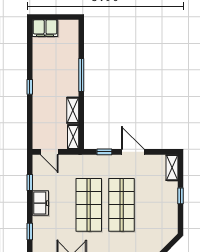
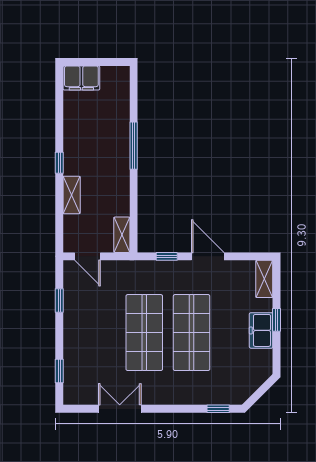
shelving: (73, 110) -> (72, 195), moved
freezer: (40, 203) -> (261, 330), moved, turned 180

